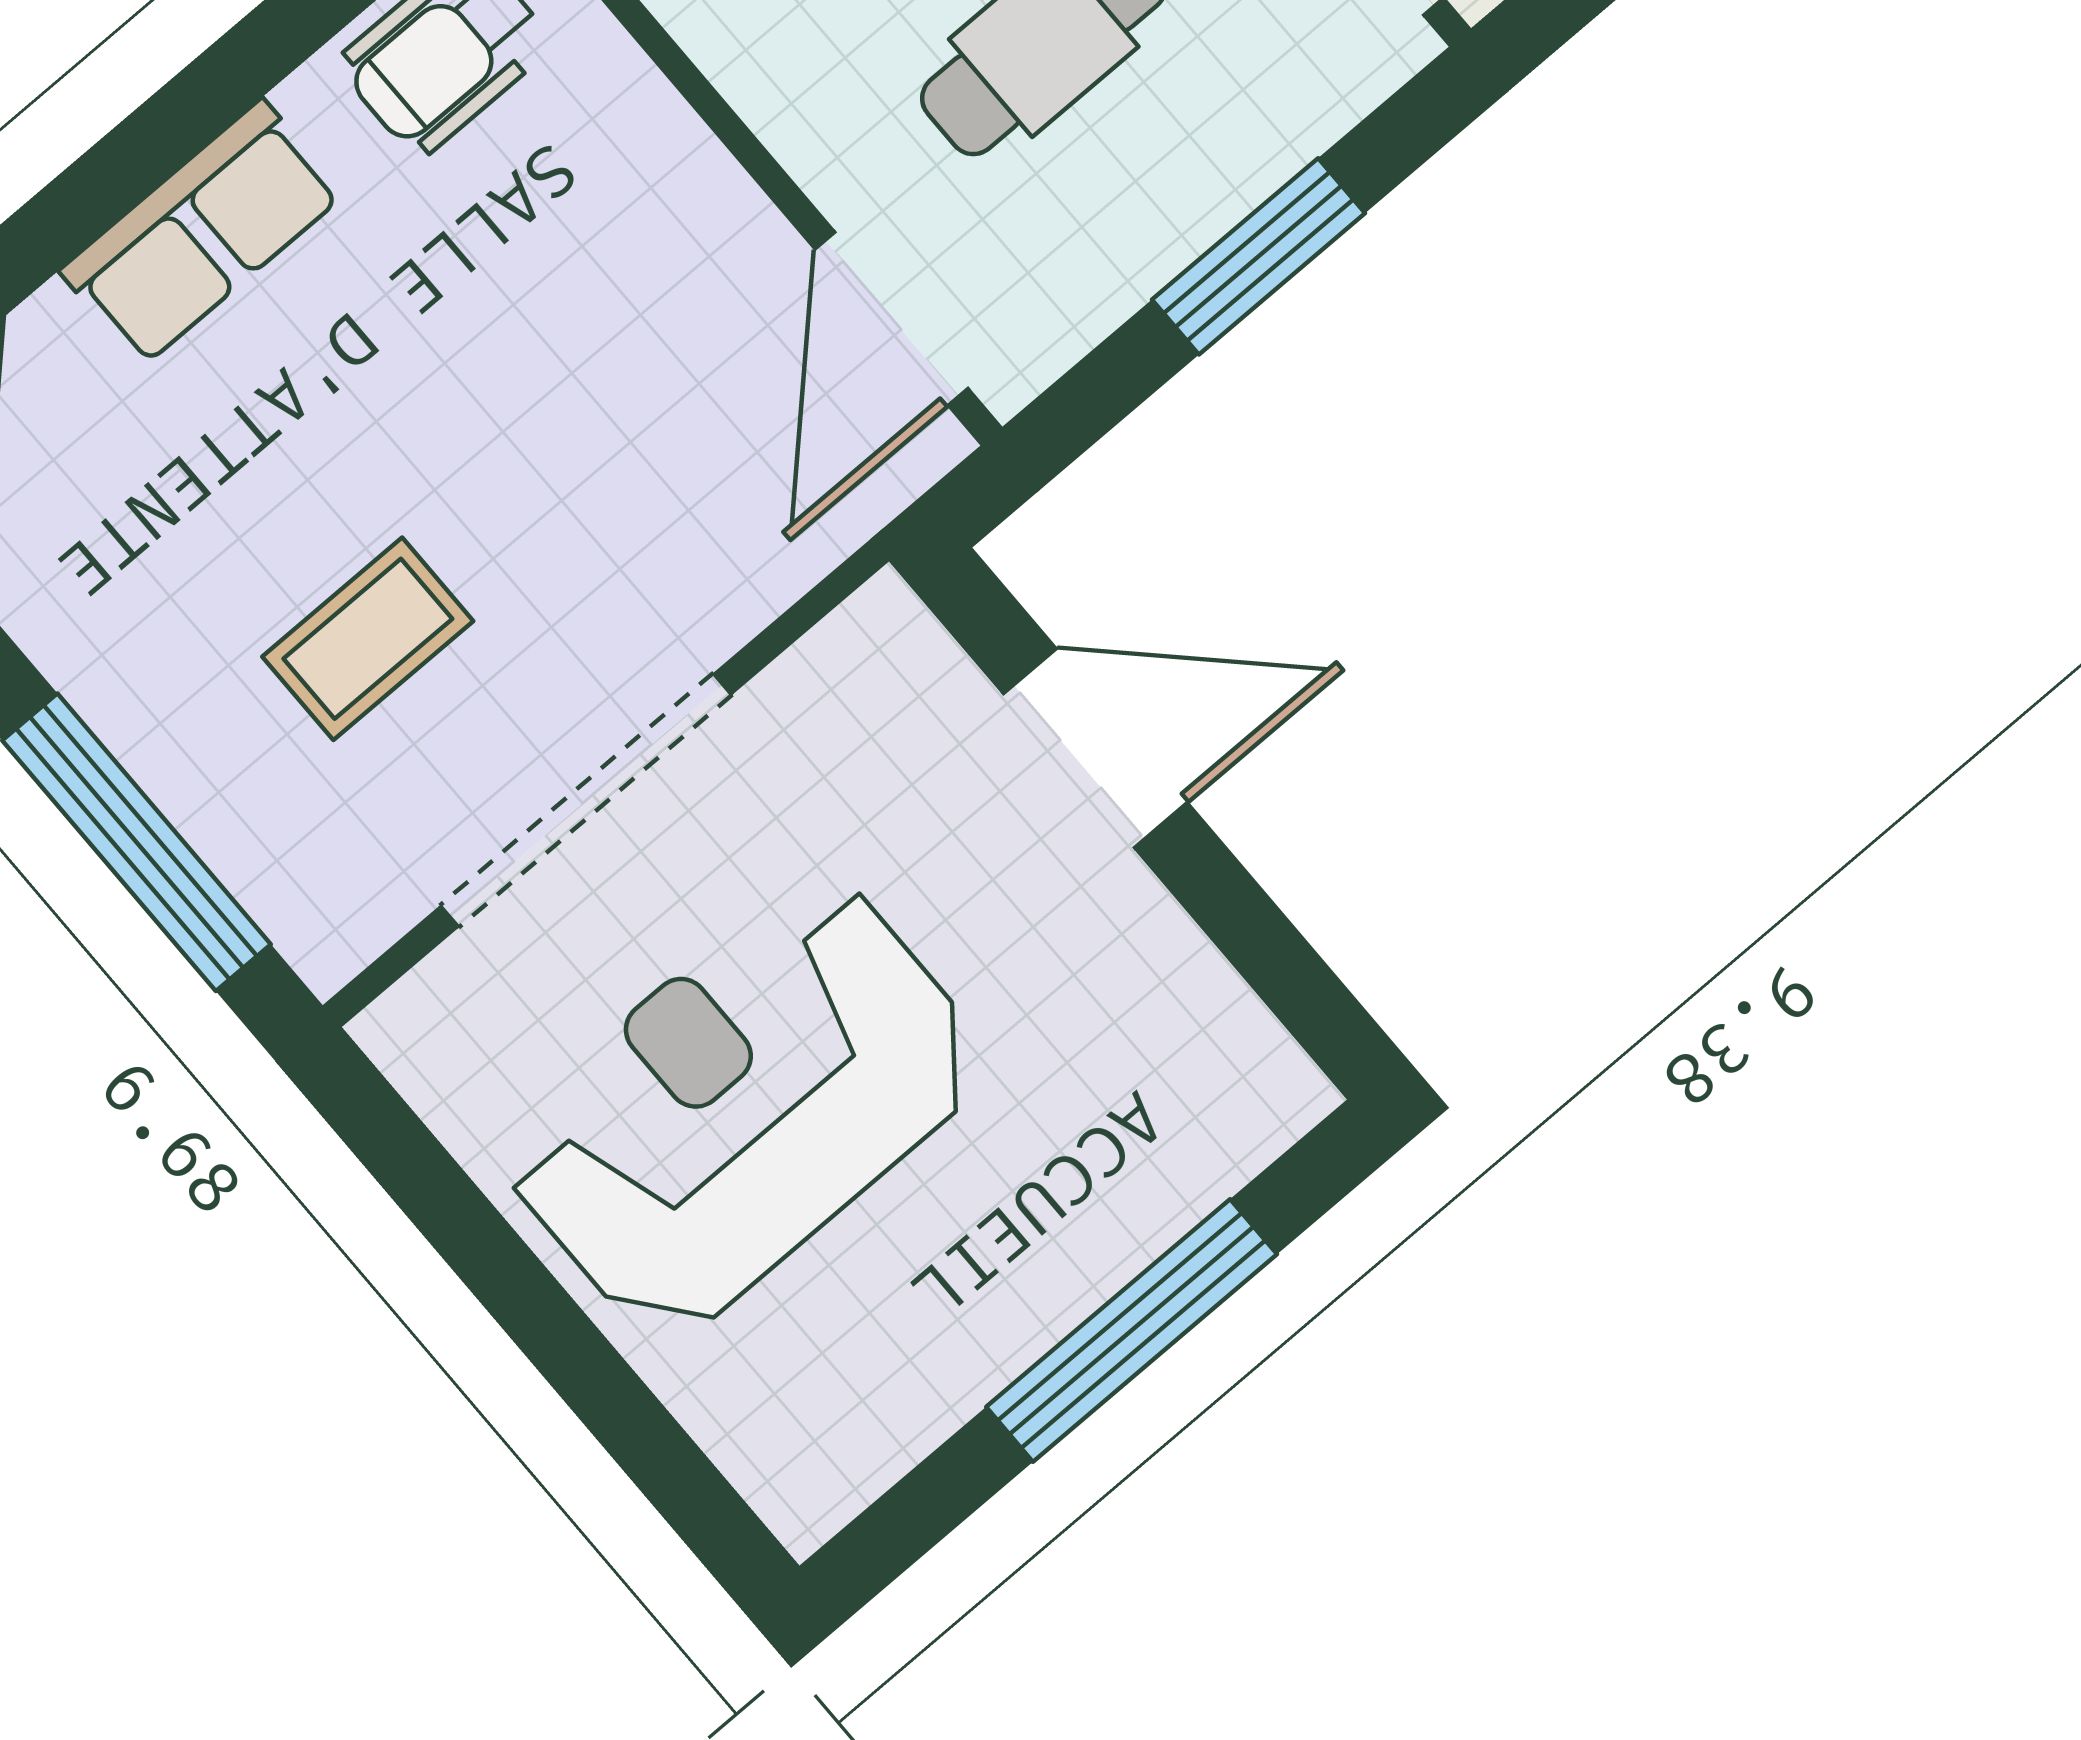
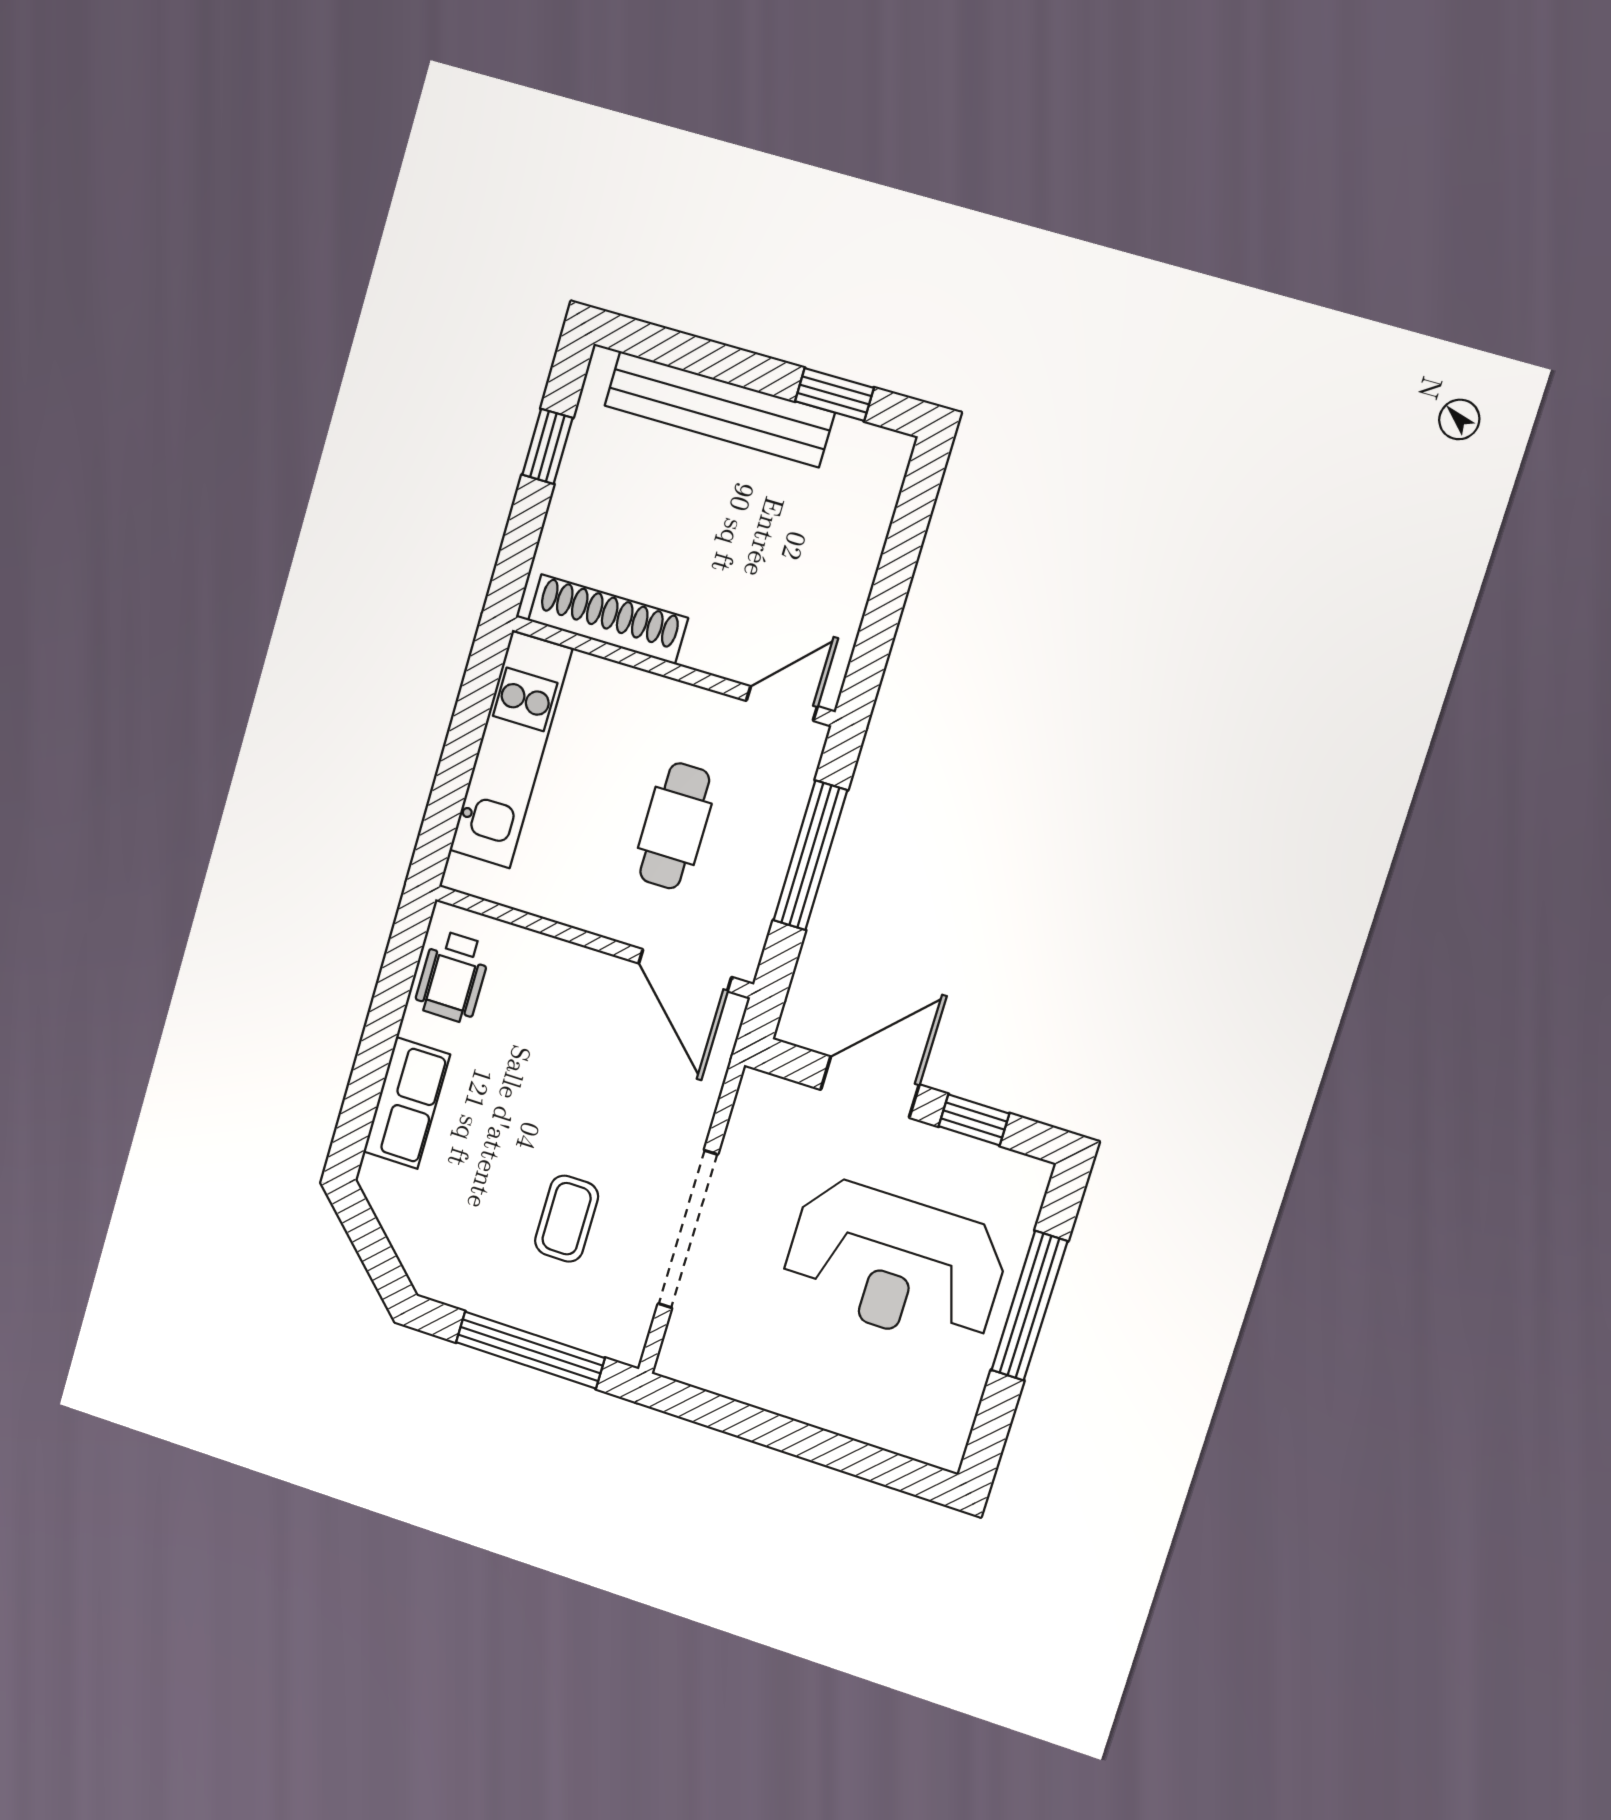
window: (1258, 256) -> (810, 855), width x1.44
window: (1248, 927) -> (974, 1120), added
reception desk: (742, 1106) -> (895, 1264), moved, turned -90

